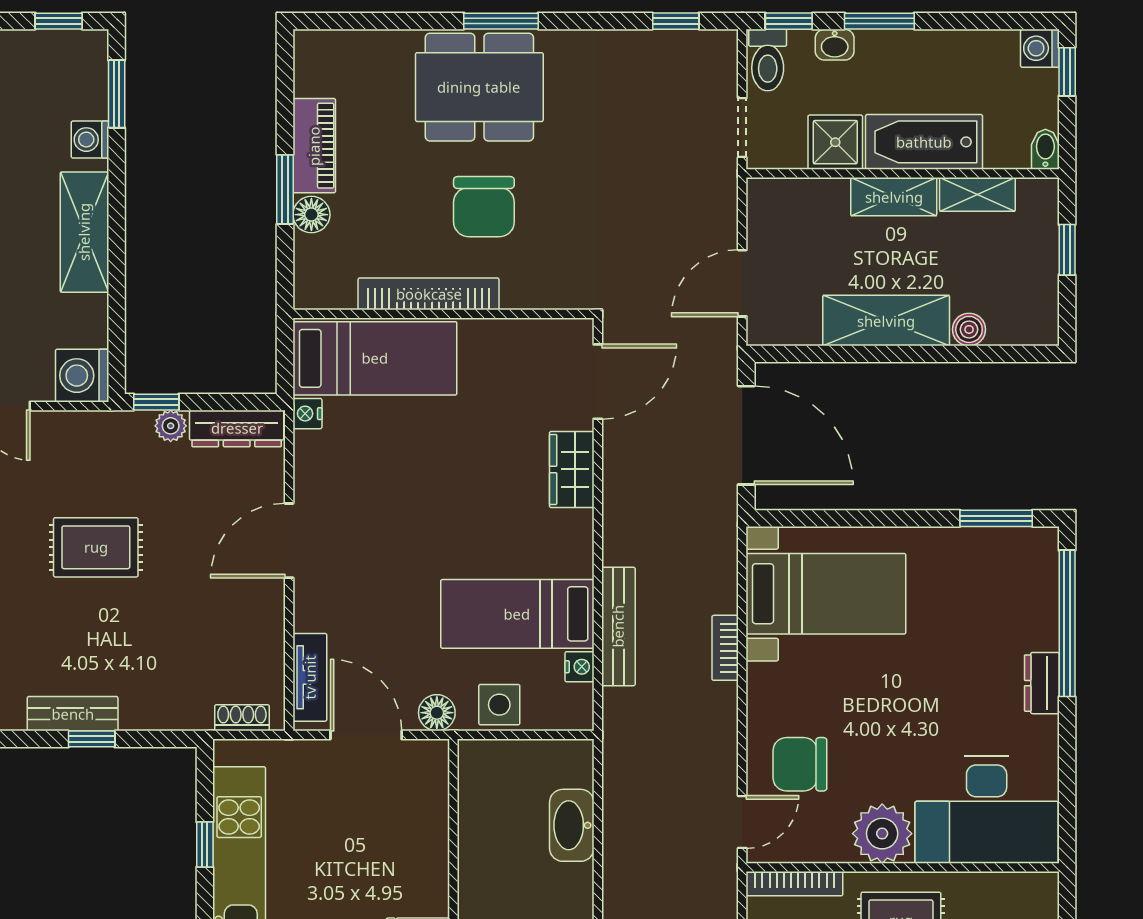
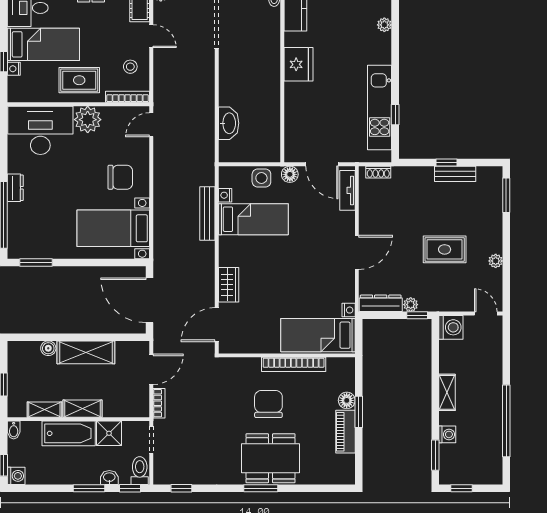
shelving: (84, 232) -> (447, 392), width x0.67, depth x0.75
bookcase: (725, 648) -> (159, 403), moved
chair: (800, 764) -> (120, 177), moved

